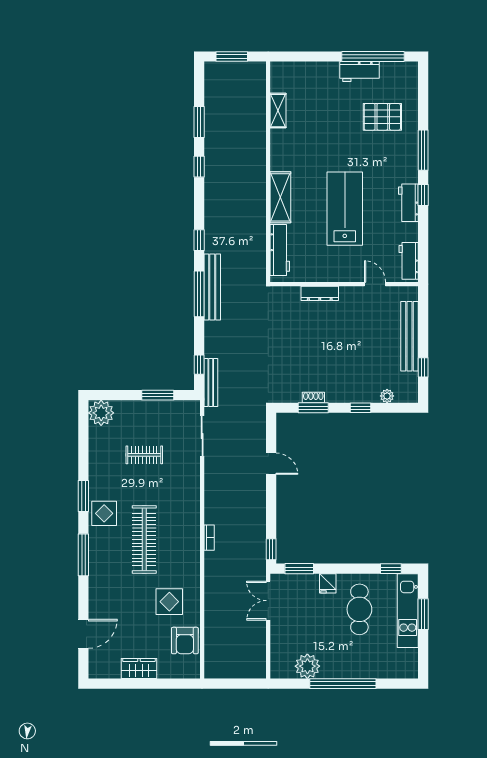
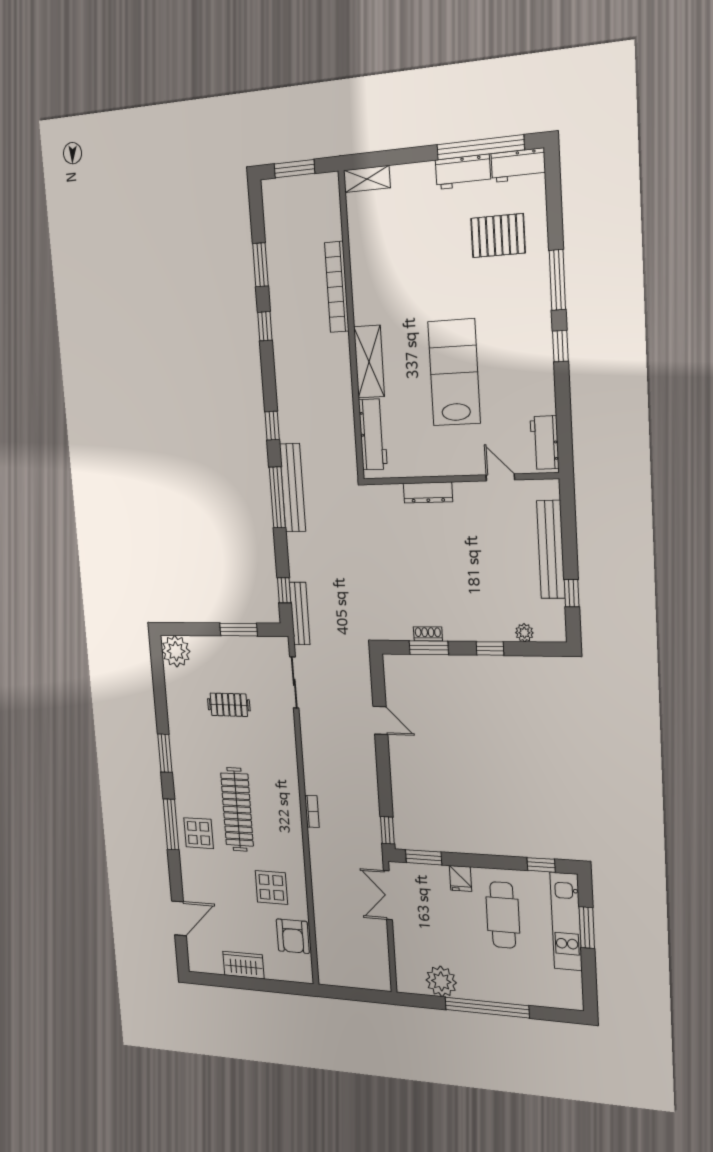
shelving: (278, 111) -> (367, 179), moved, turned 90
bookcase: (259, 143) -> (337, 287), added
workbench: (408, 203) -> (518, 165), moved, turned -90
display table: (104, 513) -> (199, 833), moved

